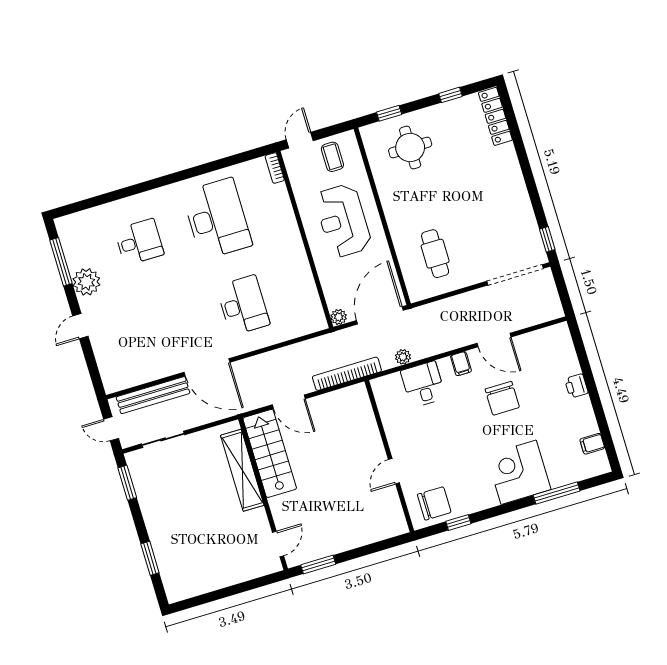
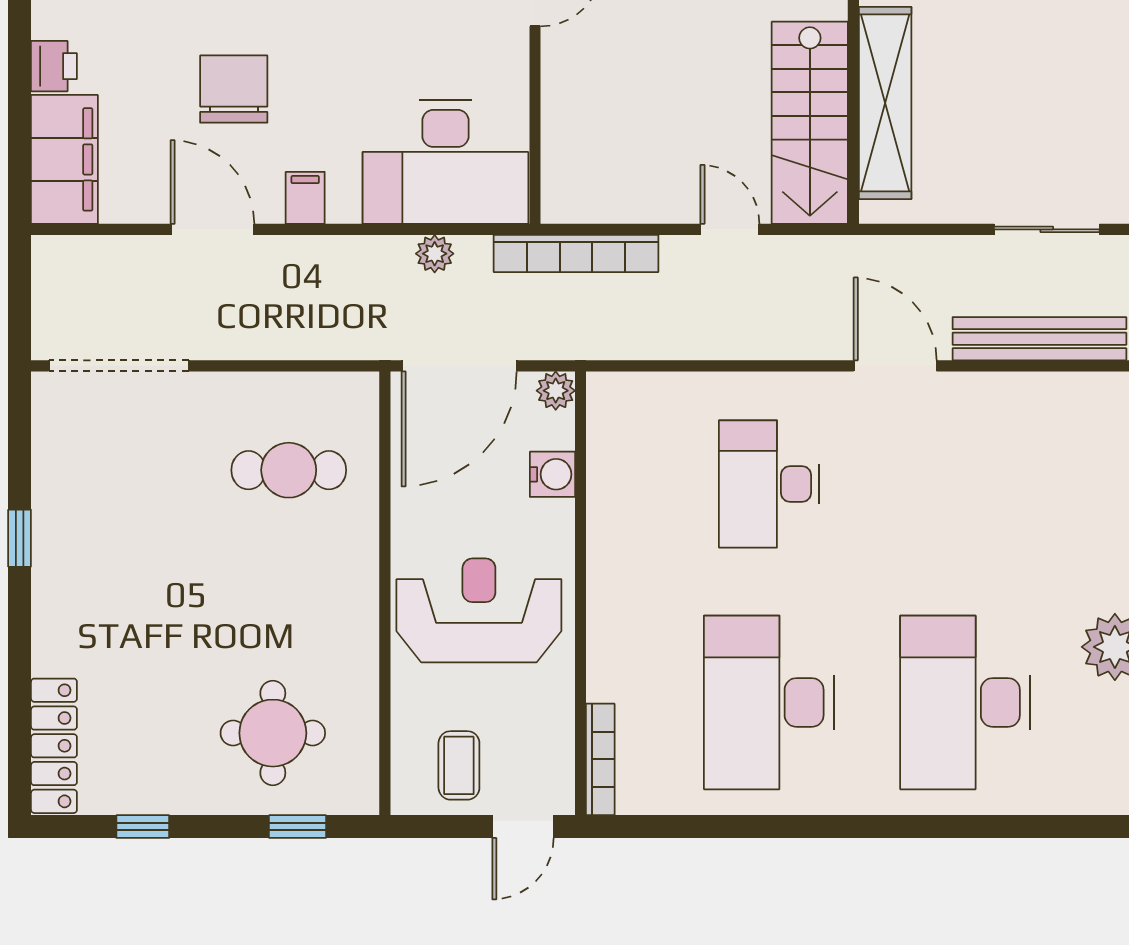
bookcase: (275, 168) -> (600, 759), width x1.56
reception desk: (343, 221) -> (479, 610), turned -90
window: (547, 239) -> (20, 538), moved
desk: (139, 242) -> (965, 702), width x1.87, depth x1.30
cafe table: (435, 254) -> (289, 470), turned 90
water cooler: (330, 283) -> (552, 474), added
filing cabinet: (561, 350) -> (64, 159), added
door: (207, 367) -> (895, 366), width x0.73
desk: (423, 384) -> (446, 162), width x1.87, depth x1.30
door: (289, 402) -> (730, 229), width x0.73

